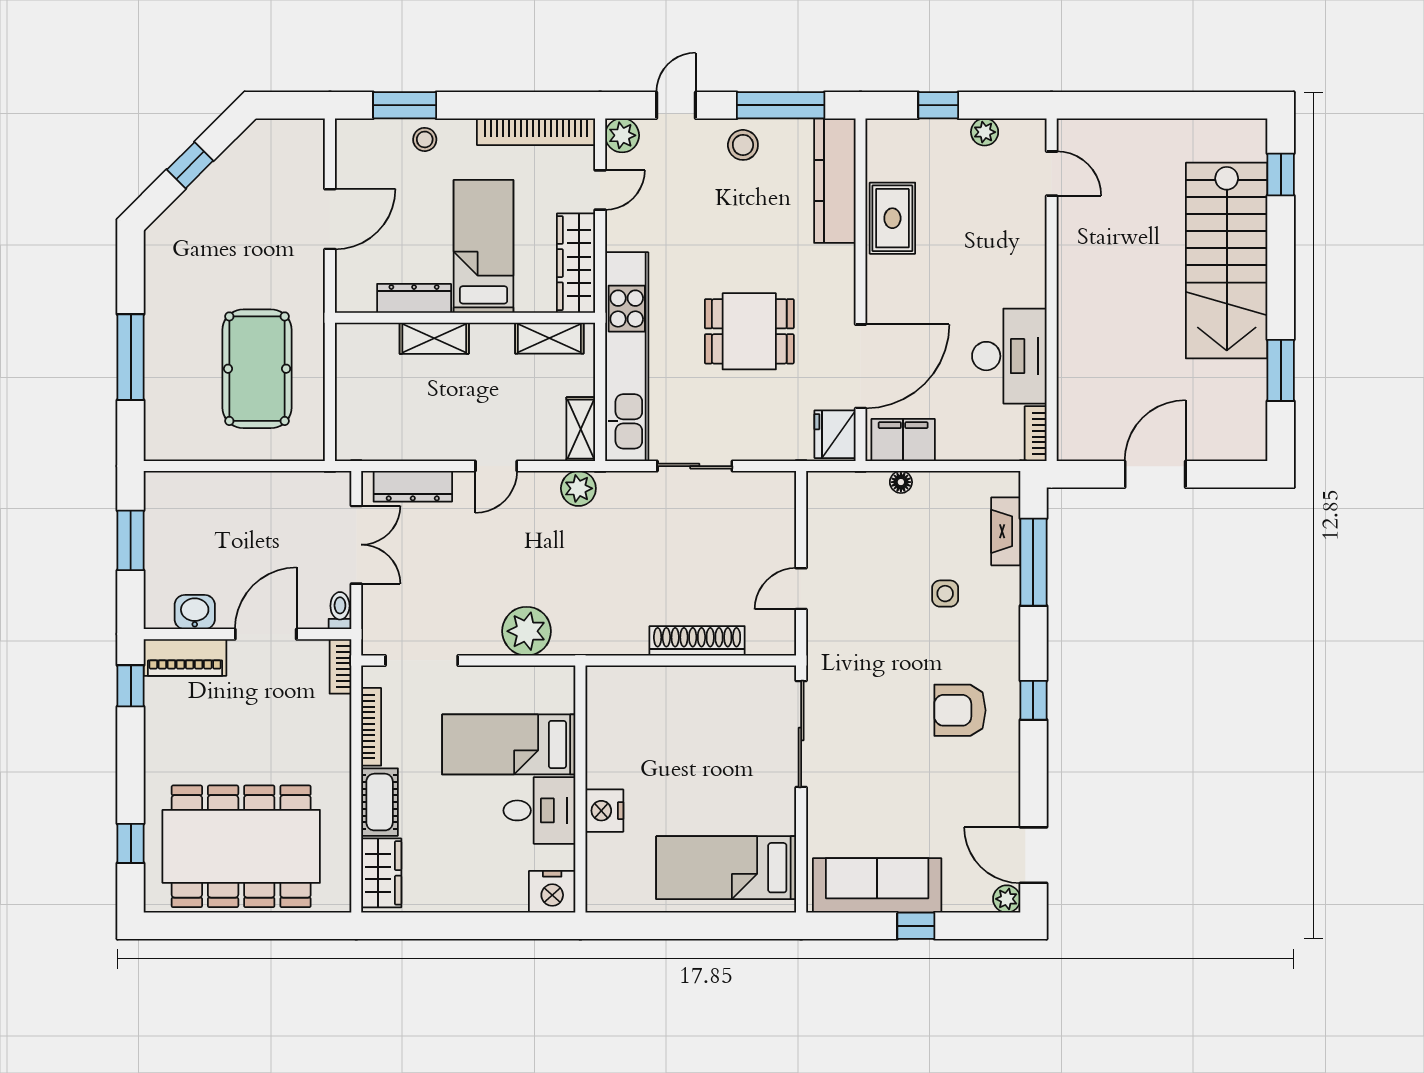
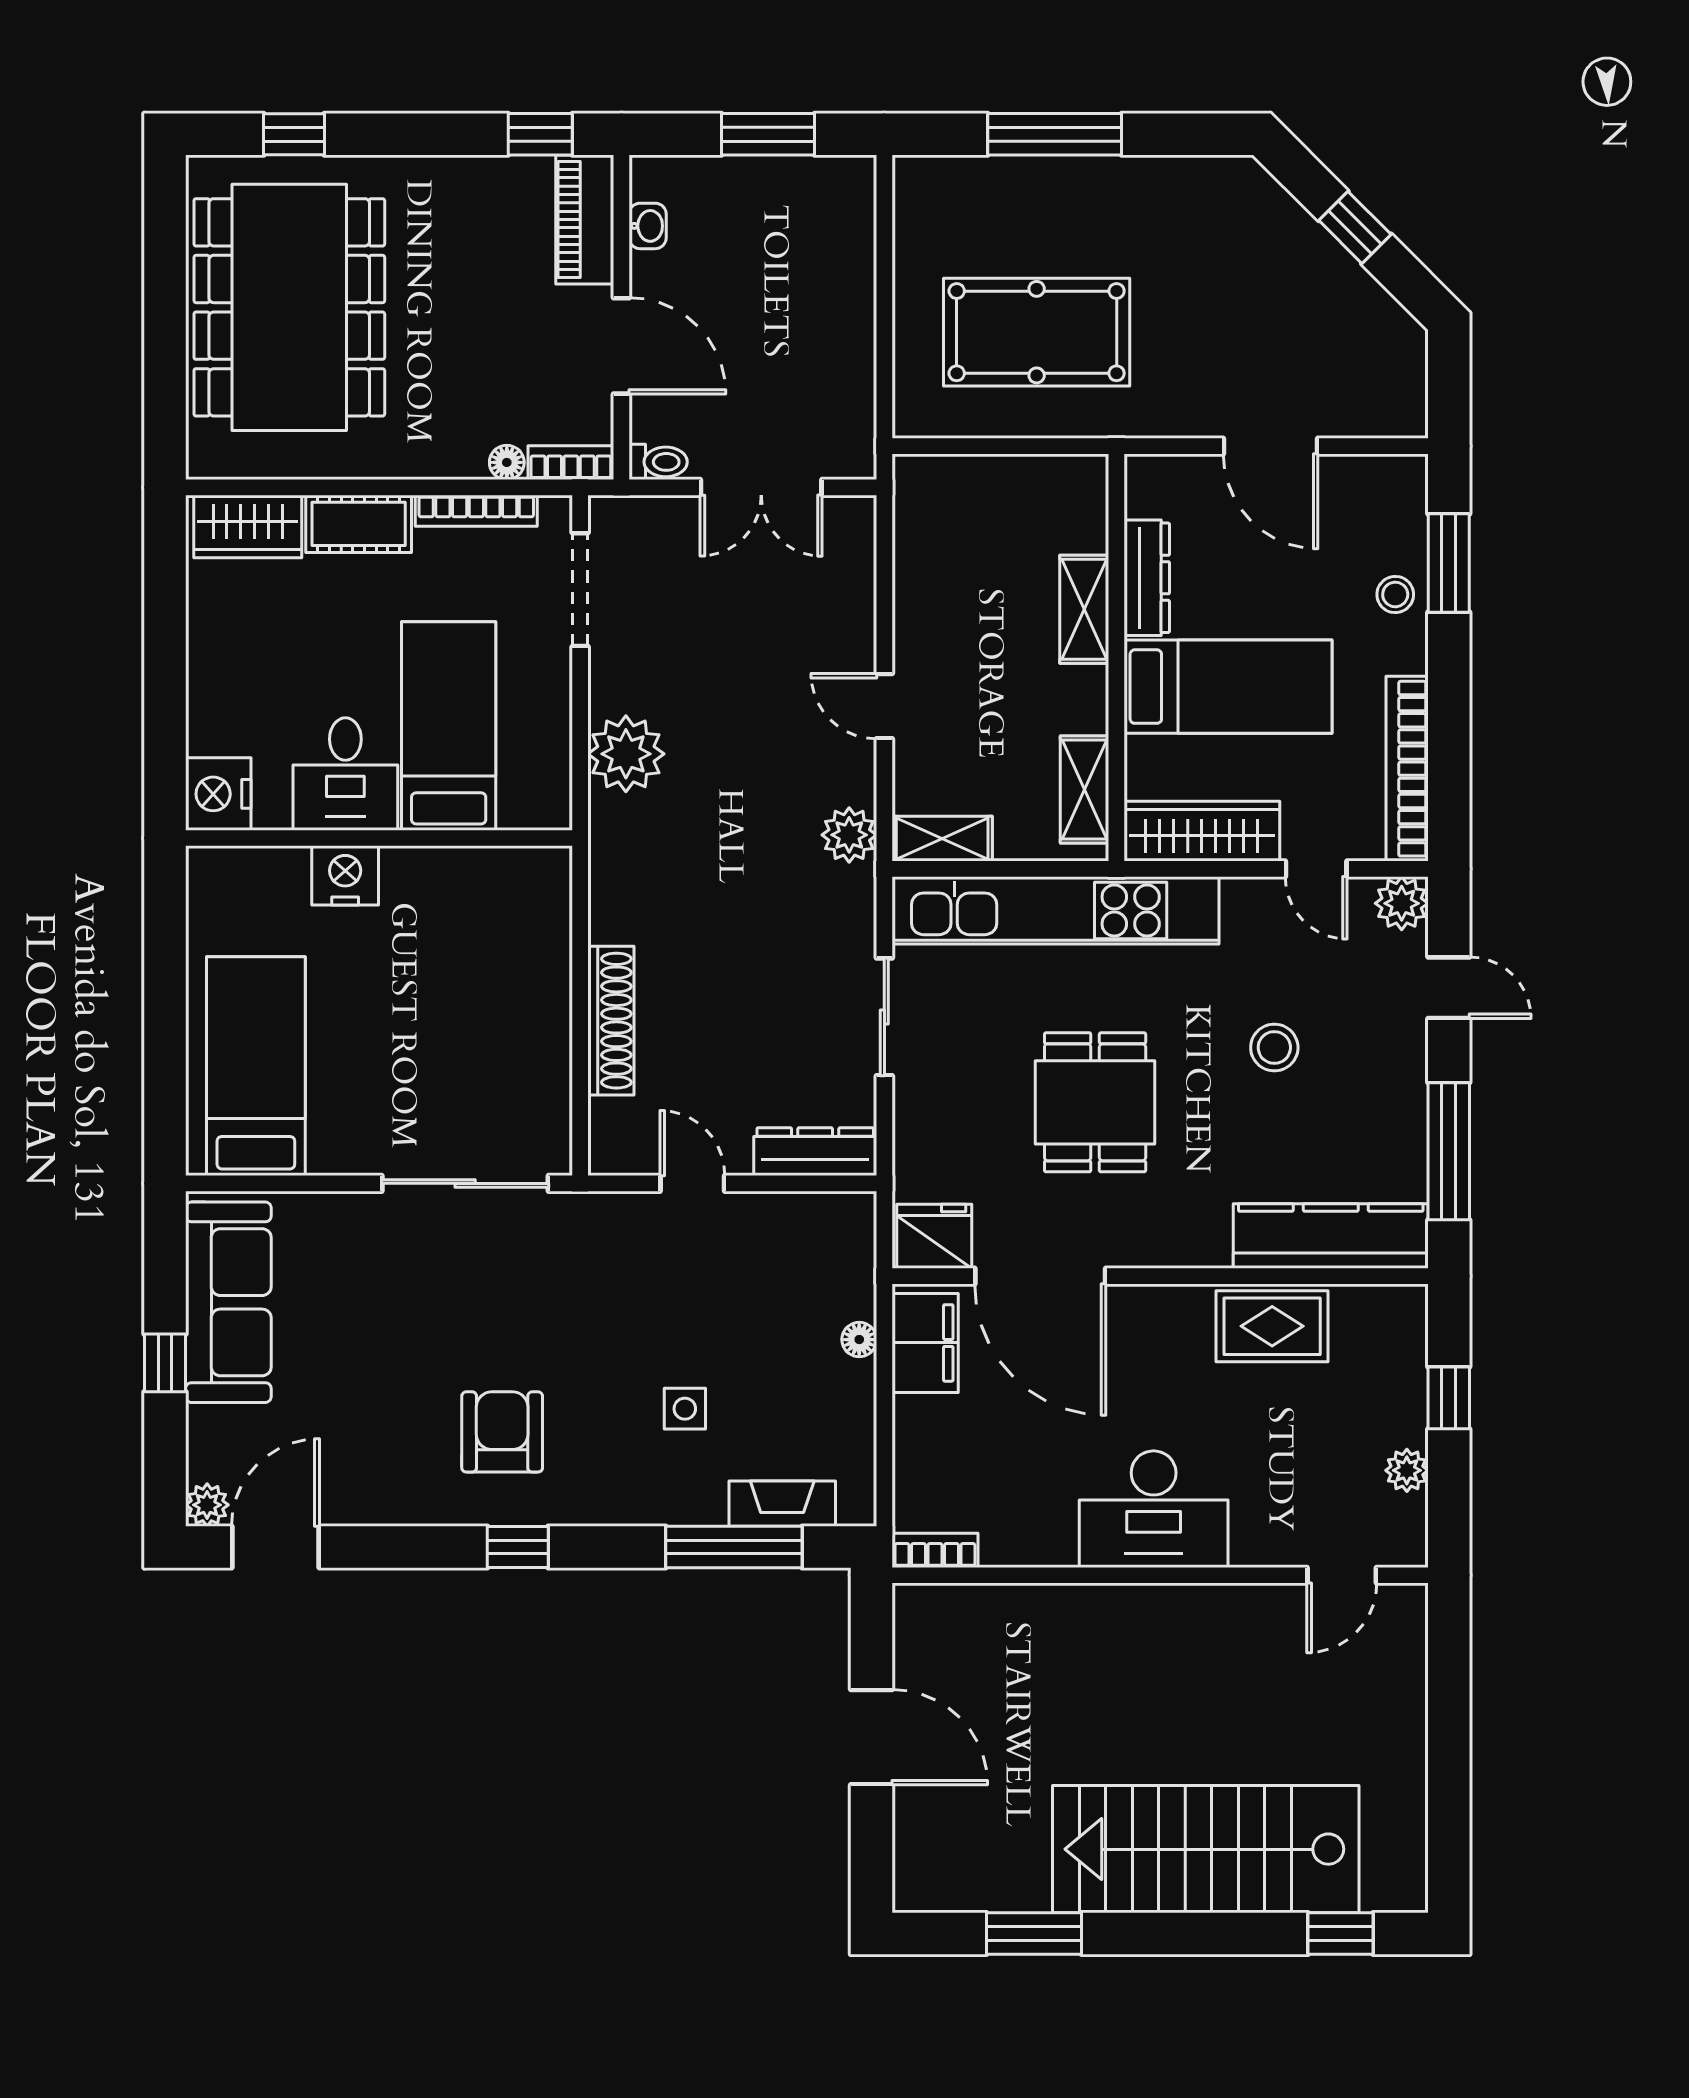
stool: (743, 145) -> (1274, 1047), moved
desk: (1009, 356) -> (1154, 1509), moved
dresser: (413, 486) -> (815, 1152), moved, turned 90
washbasin: (195, 612) -> (648, 226), width x0.72, depth x0.69
floor lamp: (340, 707) -> (507, 462), added

